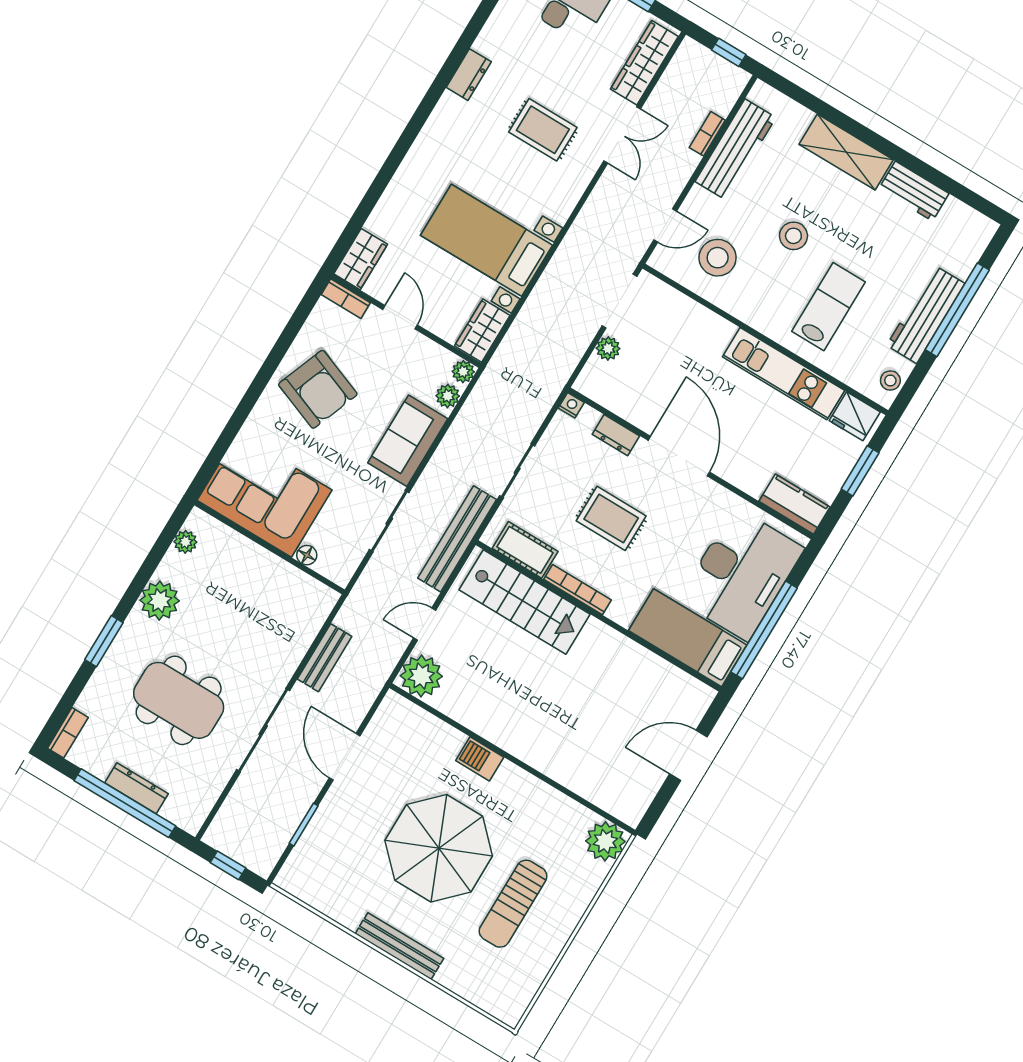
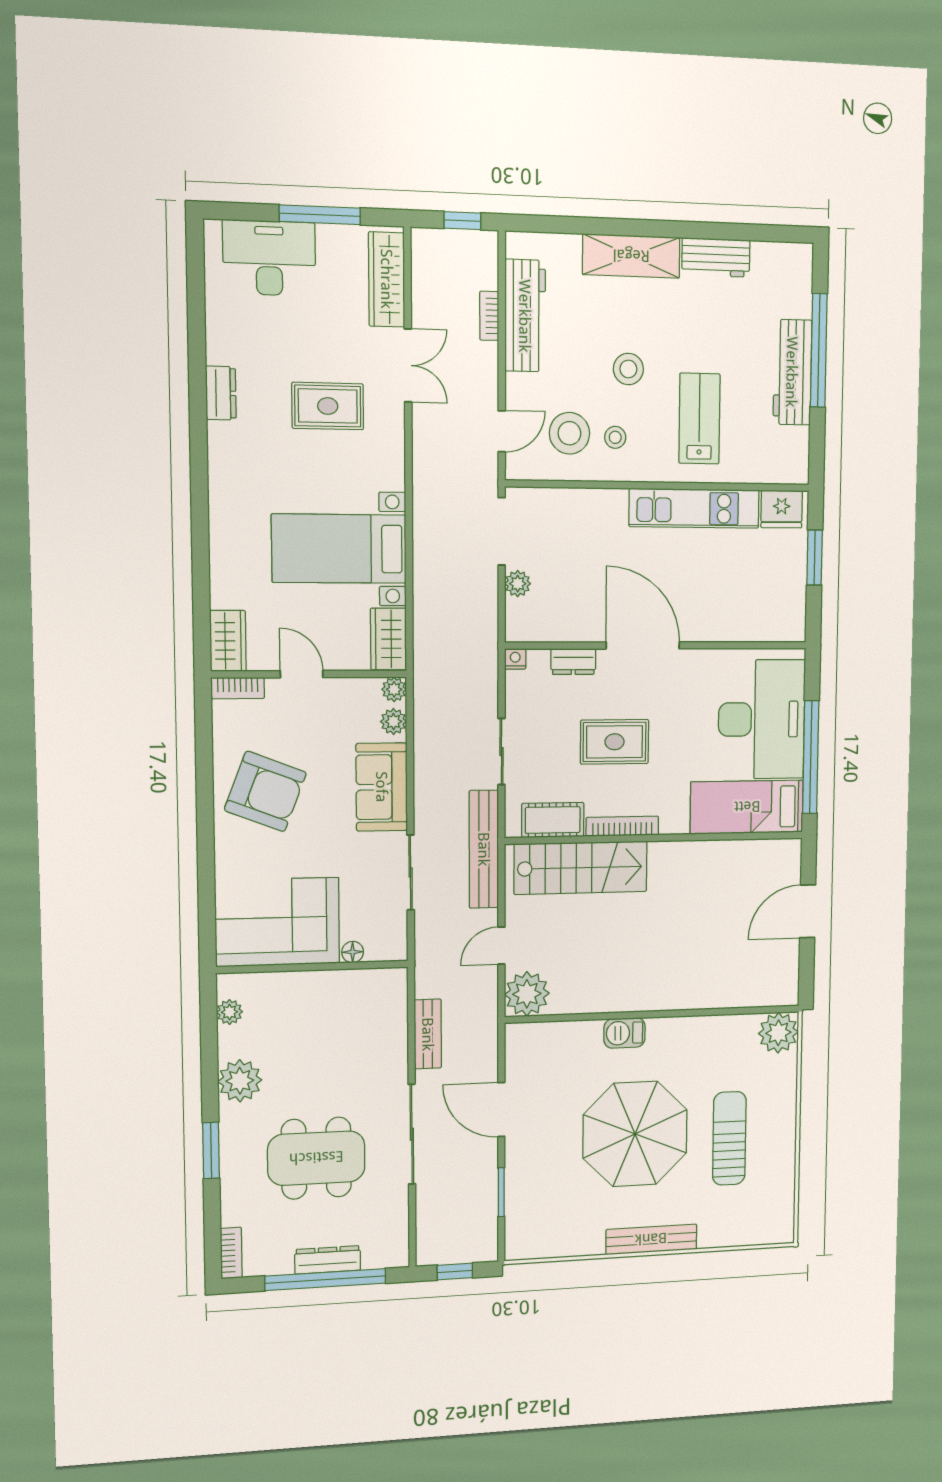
stool: (890, 380) -> (615, 437), moved
kitchen counter: (795, 504) -> (773, 625), removed
sun lounger: (513, 904) -> (729, 1138), turned 180

